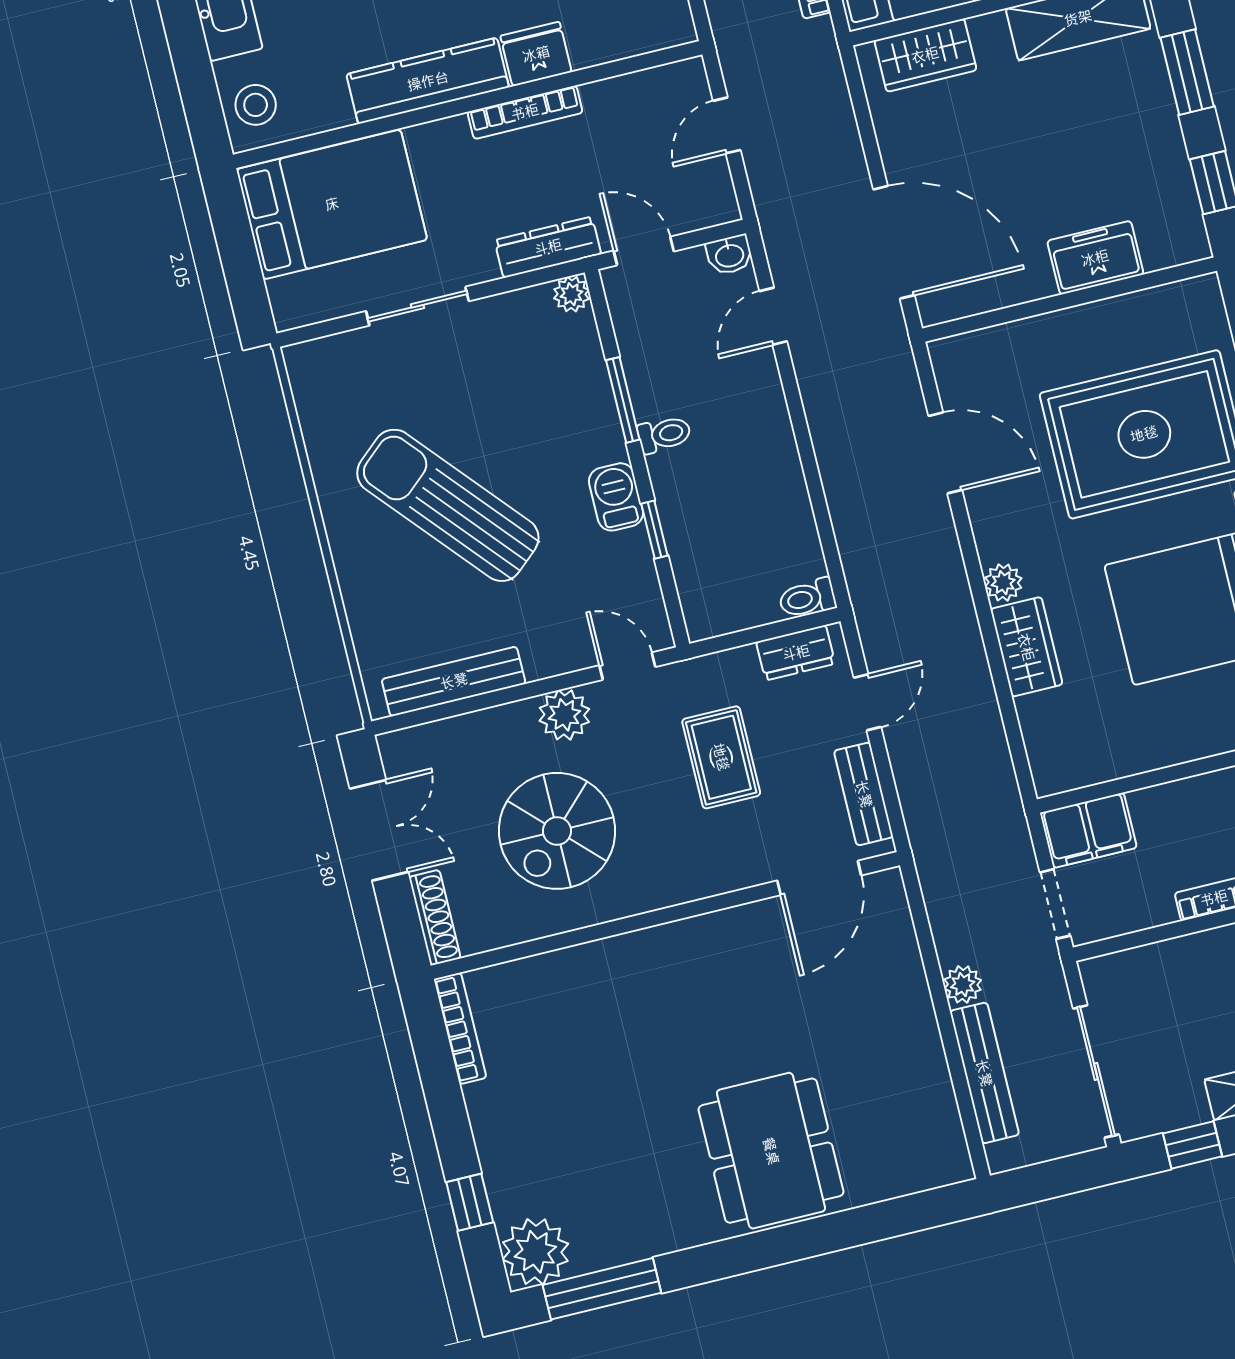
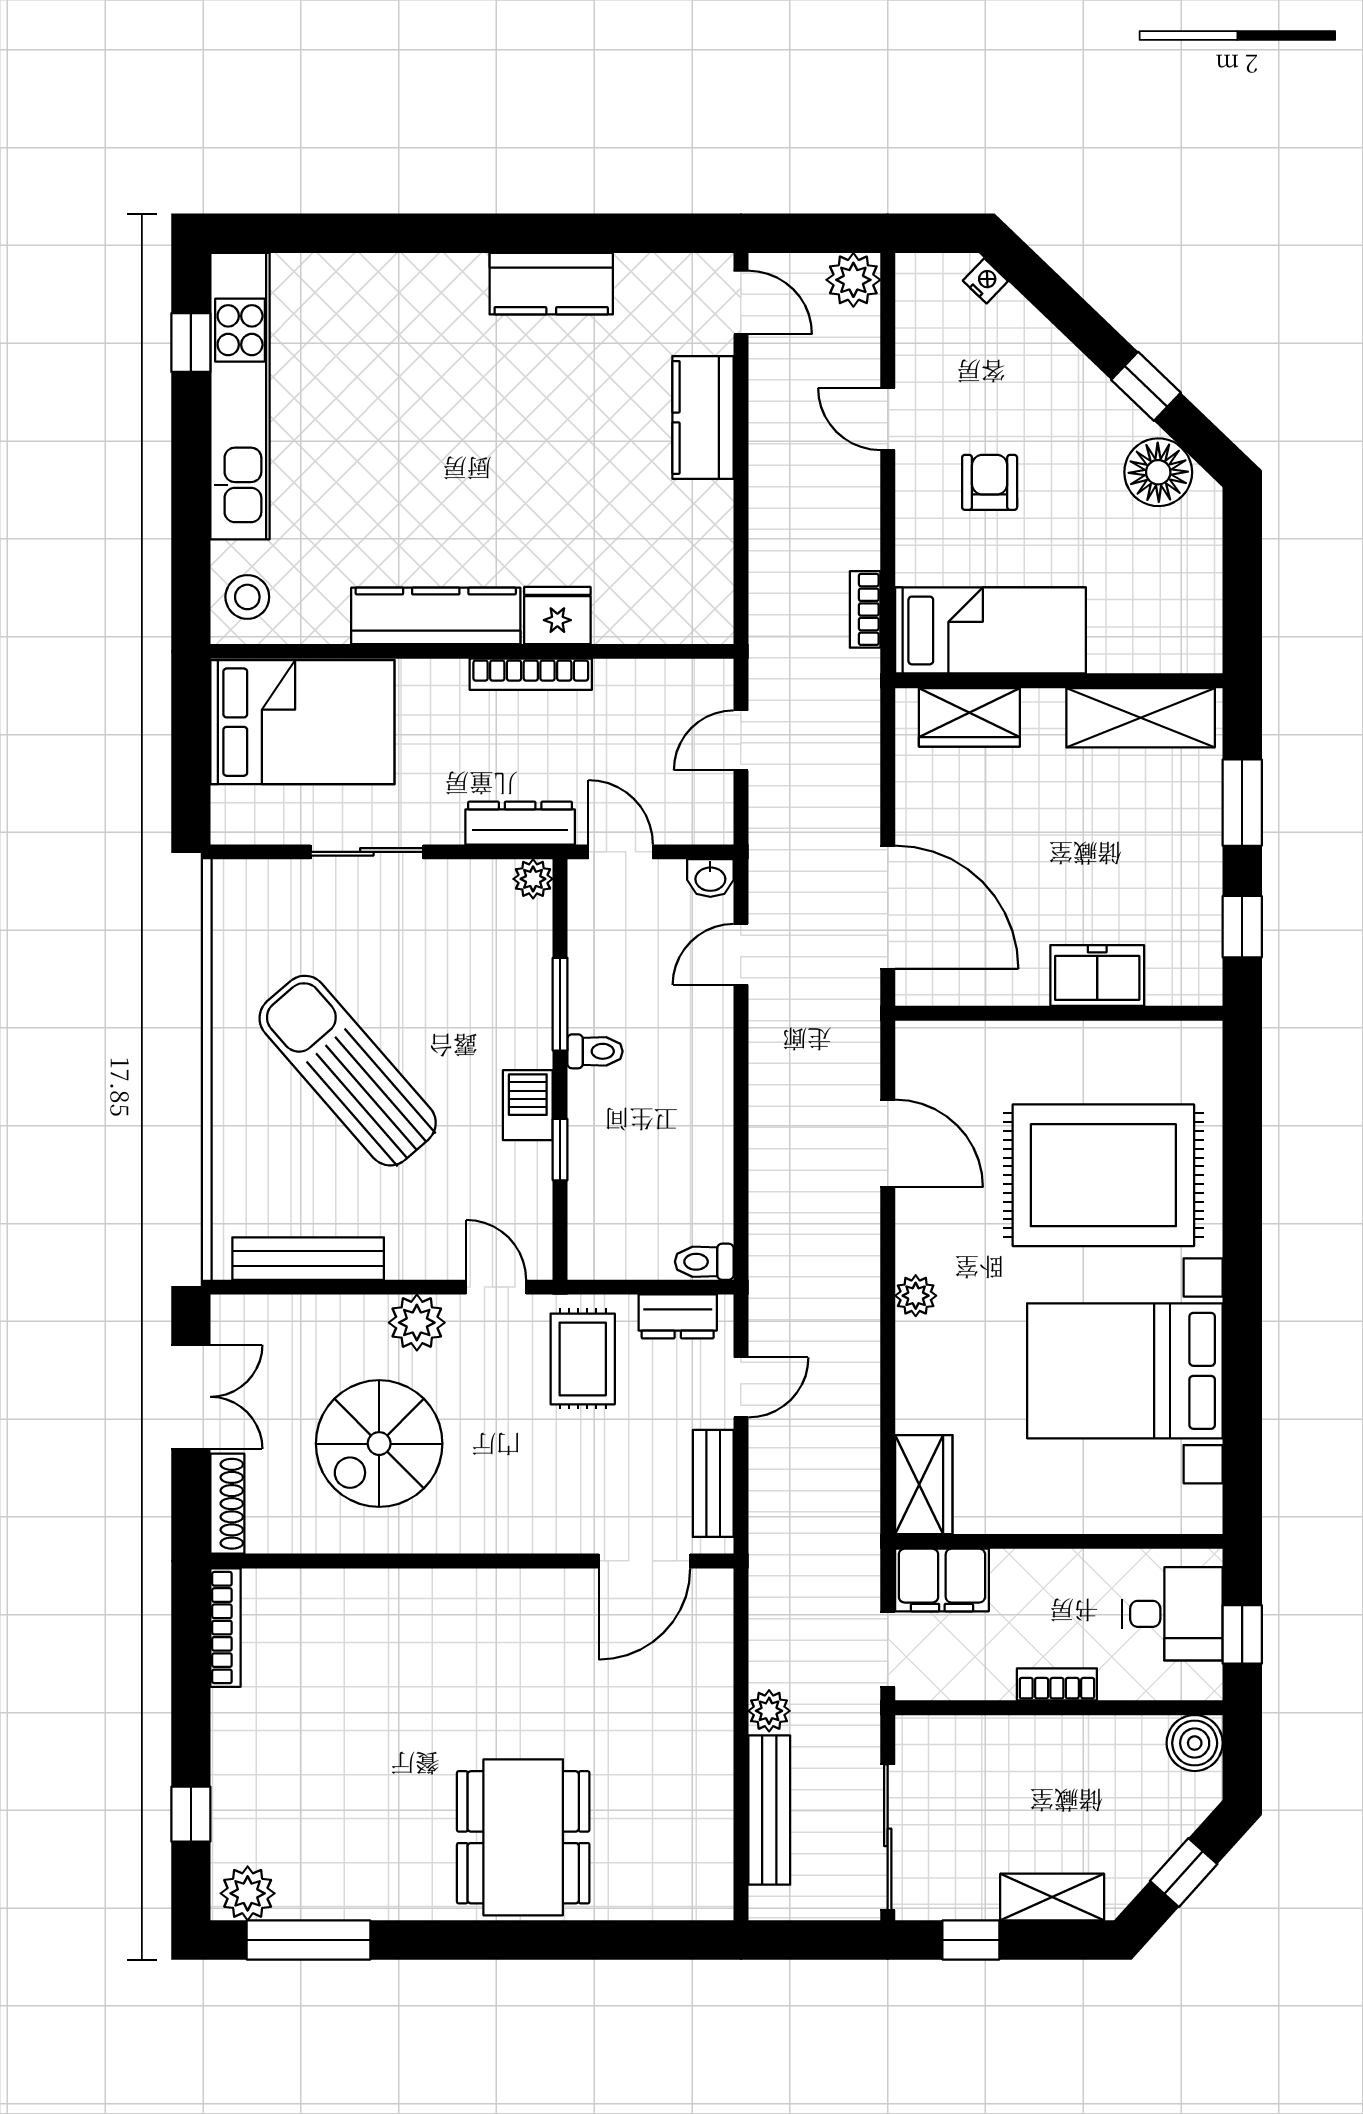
wardrobe: (1026, 647) -> (924, 1485), moved
rug: (721, 757) -> (583, 1359), moved
plant: (535, 1252) -> (248, 1893), width x0.73, depth x0.73

